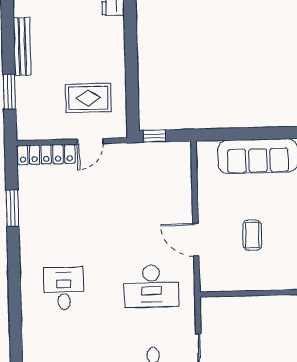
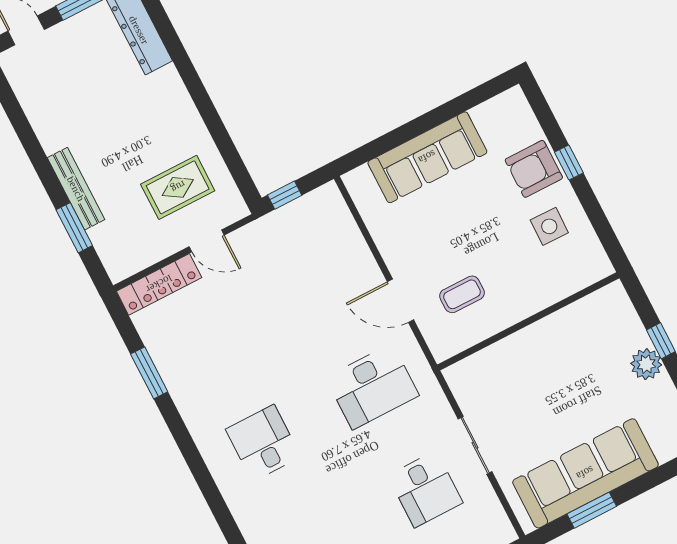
bench: (22, 46) -> (76, 189), moved
door: (90, 141) -> (207, 241), hinge flipped
coffee table: (252, 235) -> (462, 294), moved, turned 90

